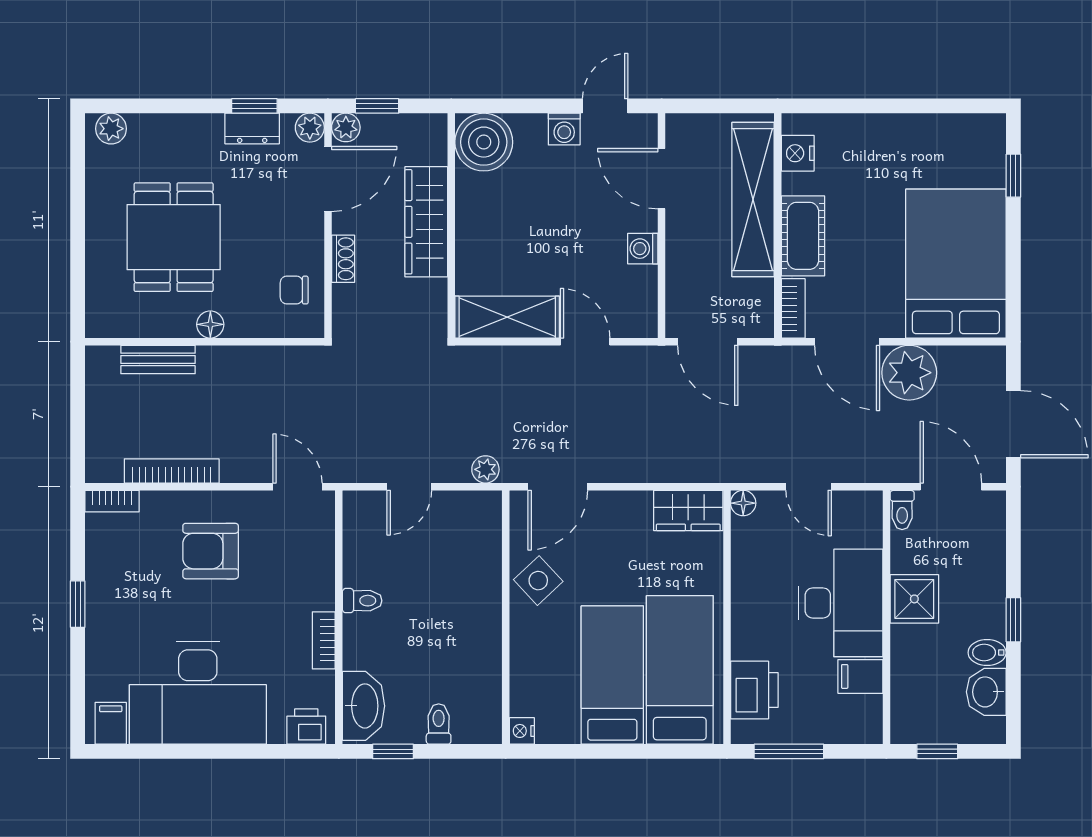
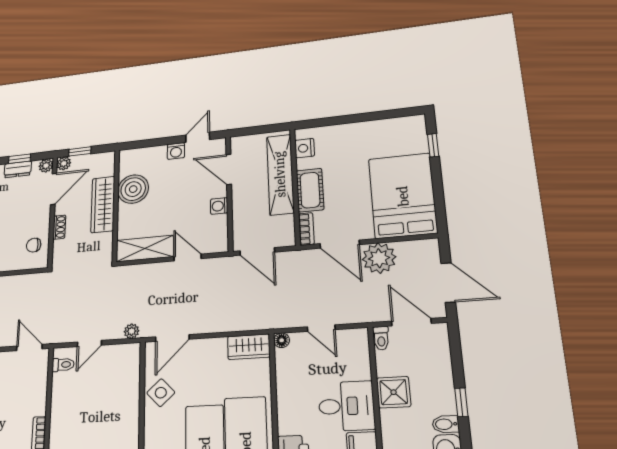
boiler: (484, 142) -> (133, 189), moved
toilet: (362, 601) -> (63, 365), moved
desk: (841, 603) -> (346, 406), width x0.73

